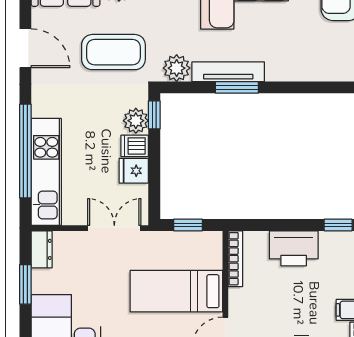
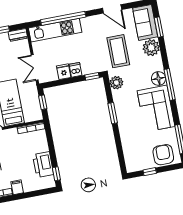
door: (25, 48) -> (112, 9), hinge flipped
tv unit: (228, 72) -> (119, 108), removed
plant: (136, 121) -> (88, 68), removed
double door: (114, 228) -> (35, 68), swing flipped
printer: (294, 248) -> (43, 165), moved

